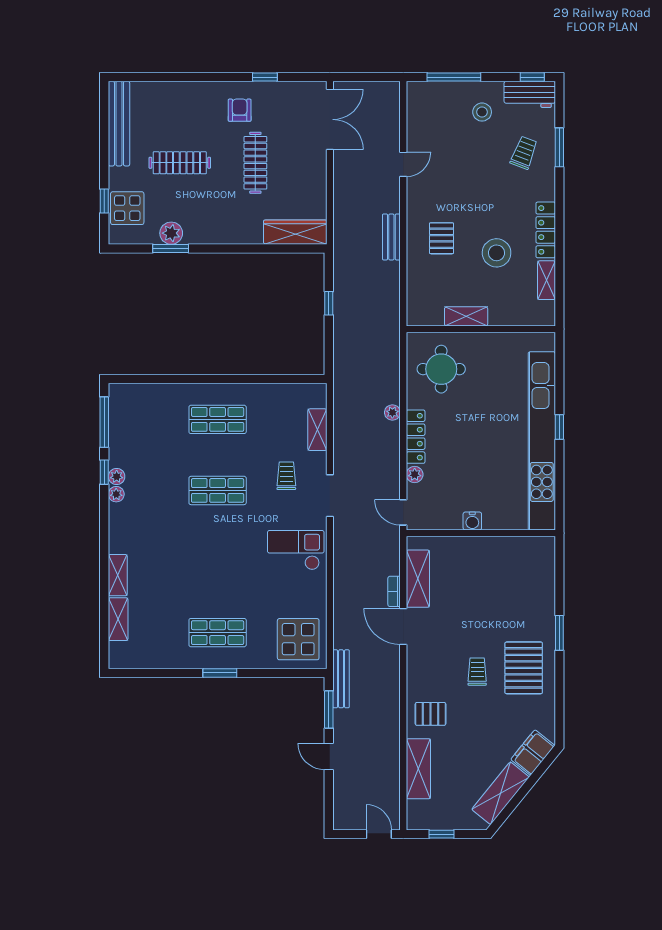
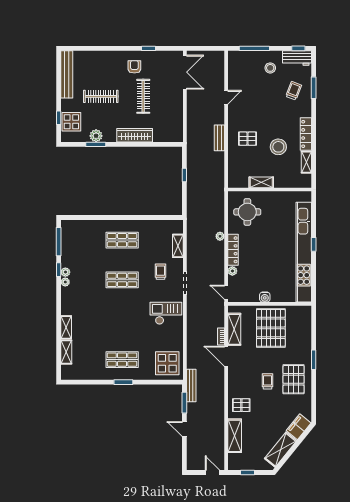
wardrobe: (295, 232) -> (135, 135), moved
pallet: (442, 238) -> (248, 139), turned 90
pallet: (483, 576) -> (271, 328), added

